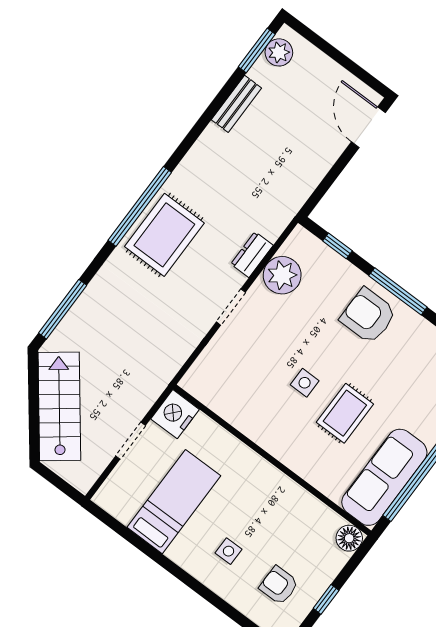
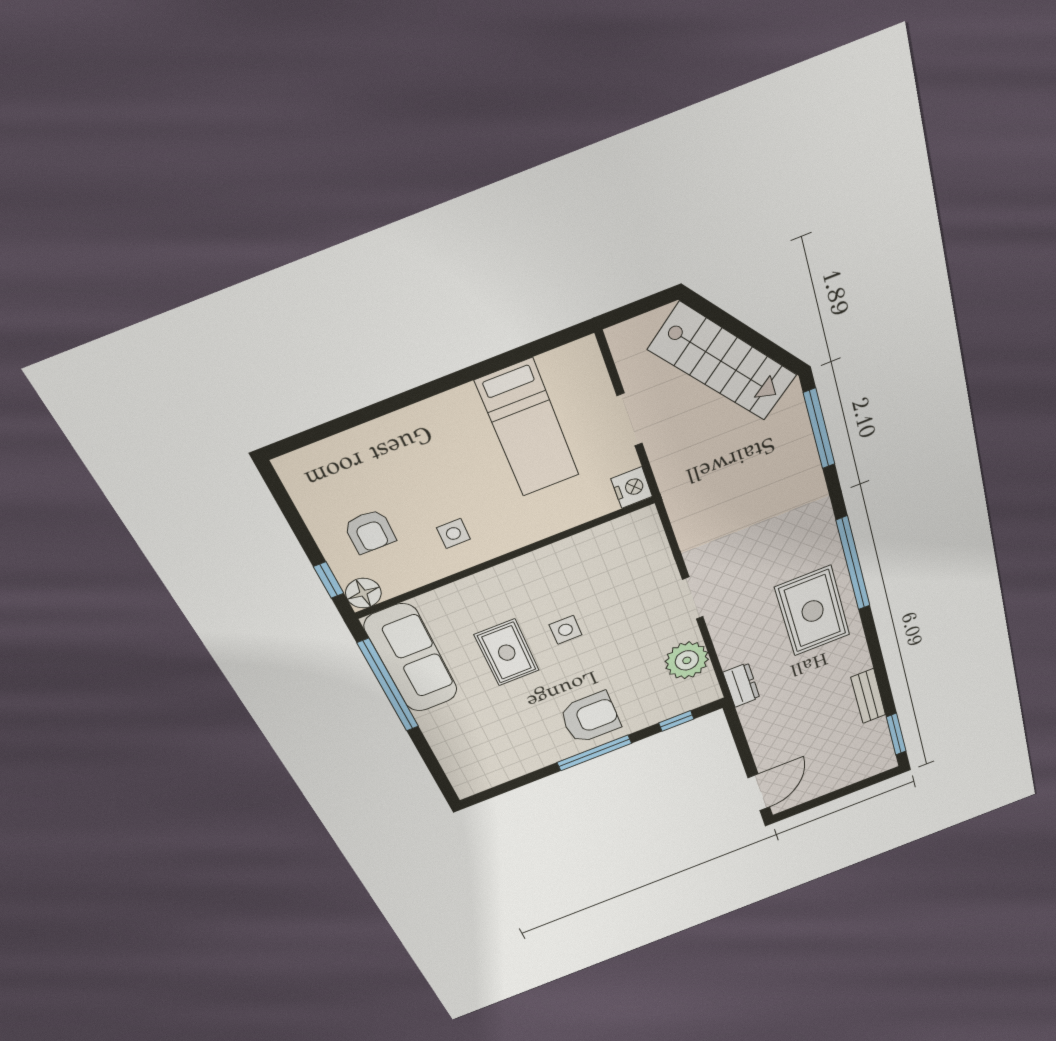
plant: (279, 52) -> (879, 751), removed
door: (368, 127) -> (759, 792), hinge flipped
rug: (164, 235) -> (813, 611), moved
dresser: (252, 255) -> (741, 685), moved
nightstand: (175, 414) -> (632, 488), width x0.74, depth x0.75
side table: (229, 551) -> (453, 533), moved
armchair: (279, 585) -> (370, 532), moved, turned 90
window: (326, 599) -> (329, 580), moved

